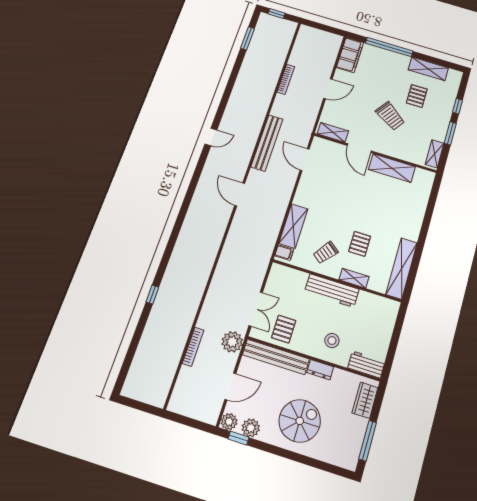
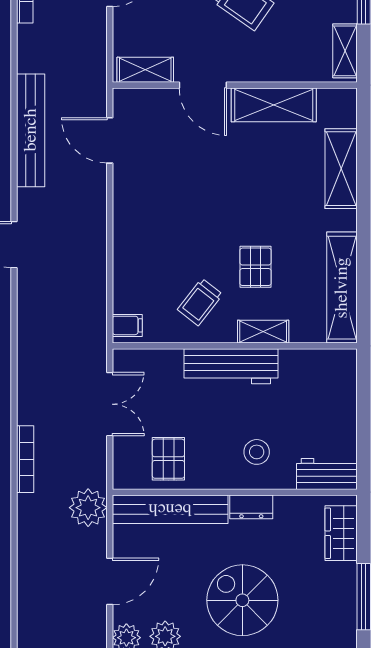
shelving: (293, 226) -> (341, 169), moved
double door: (256, 309) -> (110, 404), moved
bookcase: (193, 347) -> (25, 459), moved
spiral stairs: (300, 421) -> (242, 600), turned -90

